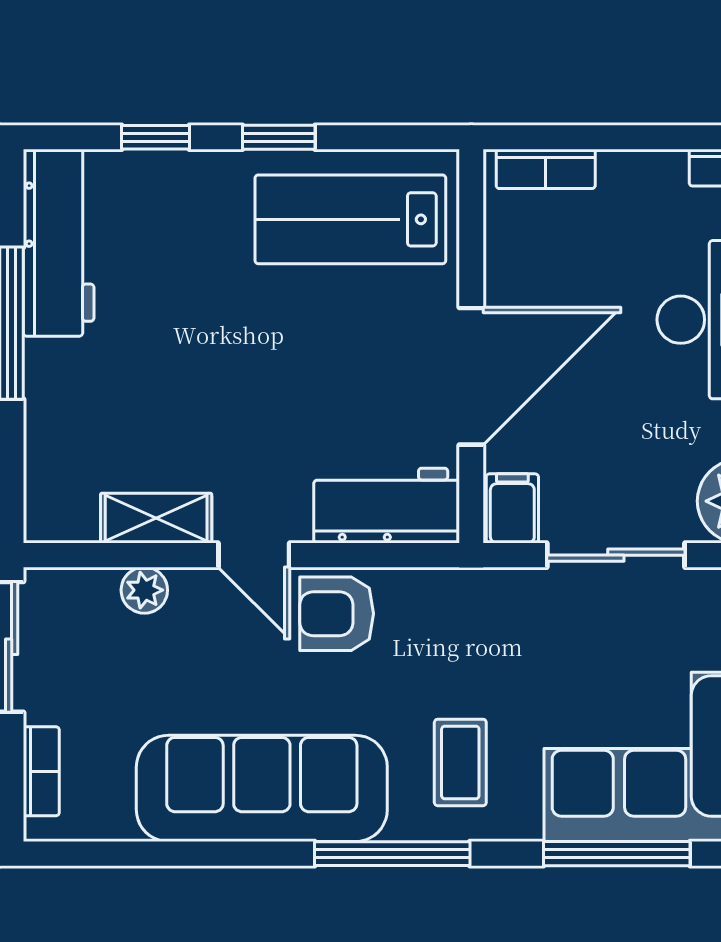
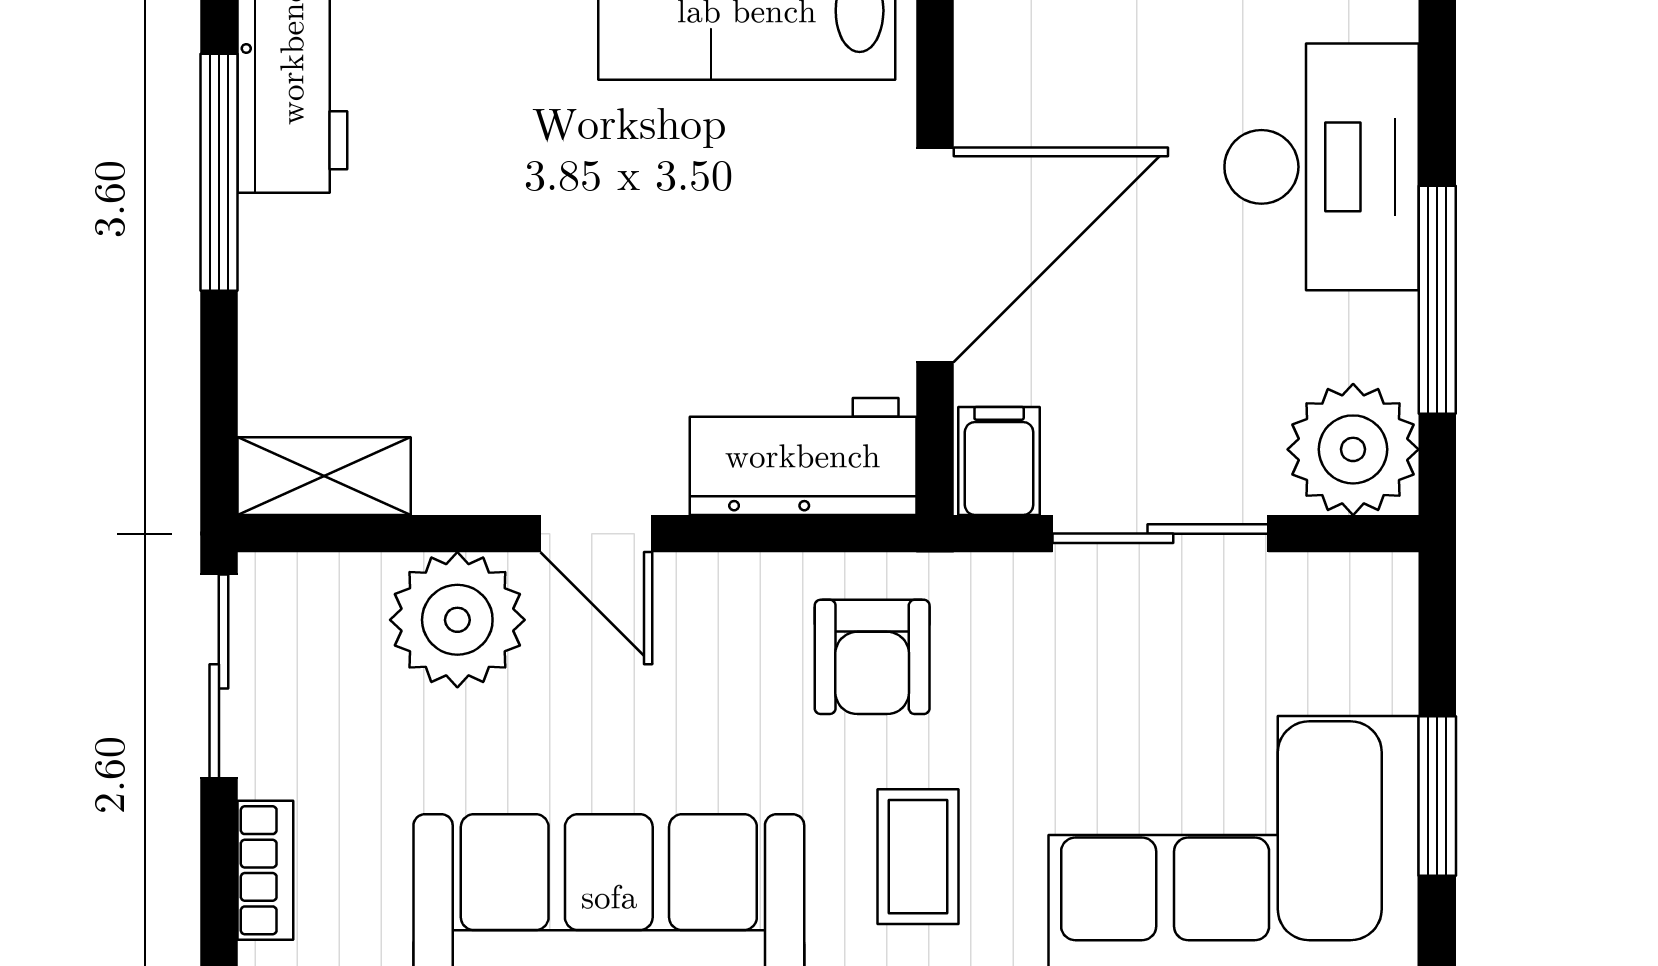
shelving: (156, 518) -> (324, 476), moved
plant: (144, 590) -> (457, 620), width x1.87, depth x1.87
armchair: (337, 614) -> (872, 657), moved, turned -90

